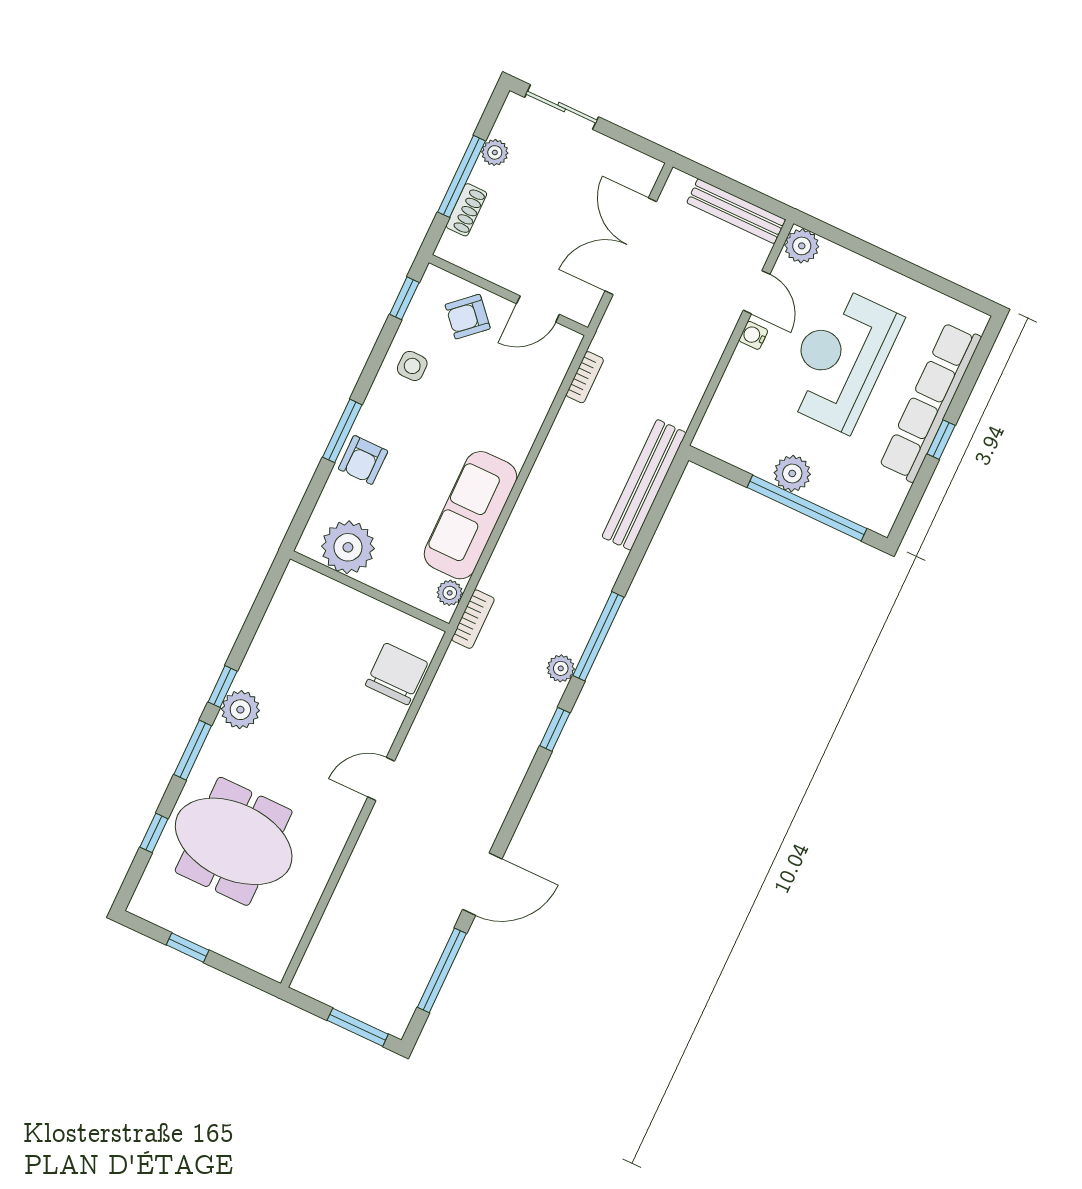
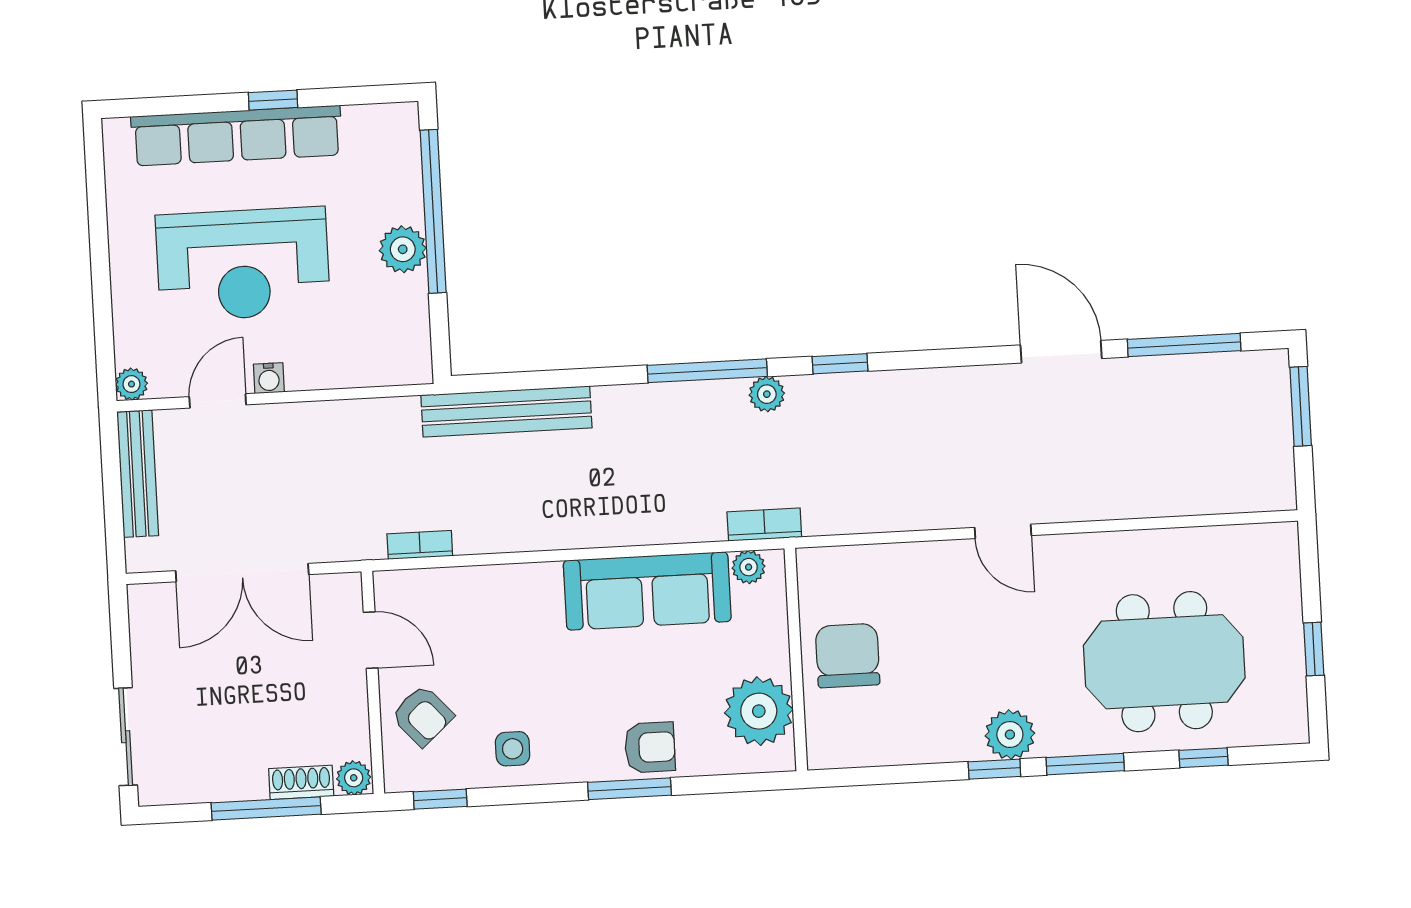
plant: (495, 152) -> (354, 778), moved
plant: (802, 246) -> (131, 384), width x0.73, depth x0.73
chair: (397, 674) -> (848, 656), moved, turned 90
meeting table: (234, 841) -> (1164, 662), turned 90

